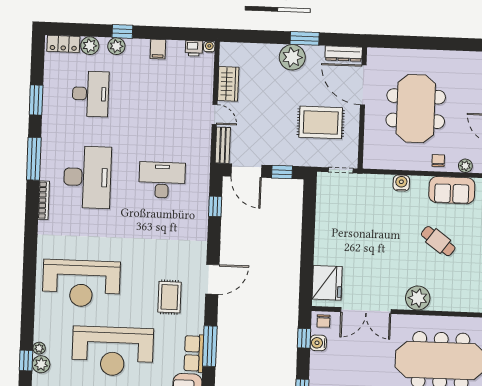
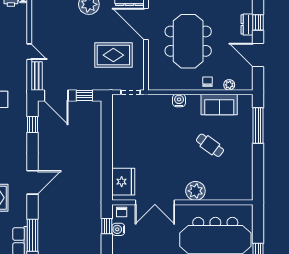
wardrobe: (228, 84) -> (39, 27), removed

